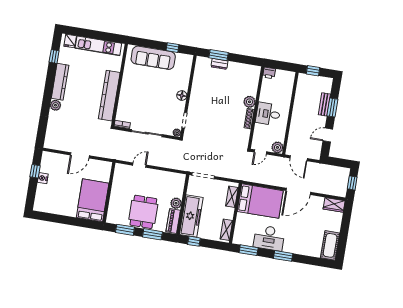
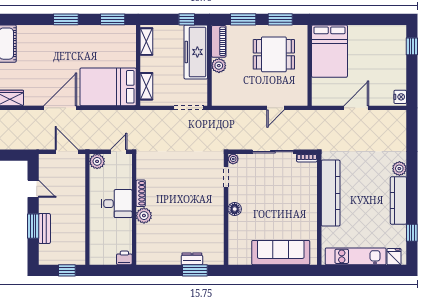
window: (173, 48) -> (257, 270), removed
door: (328, 135) -> (33, 189), hinge flipped
window: (35, 171) -> (412, 46), moved
nightstand: (43, 178) -> (400, 97), moved
dining table: (143, 212) -> (274, 54), moved, turned 90
desk: (269, 238) -> (88, 40), removed

